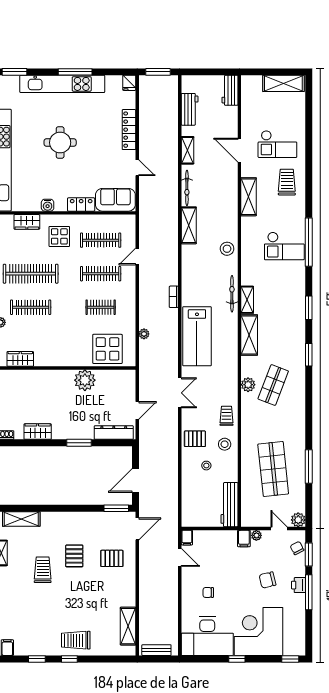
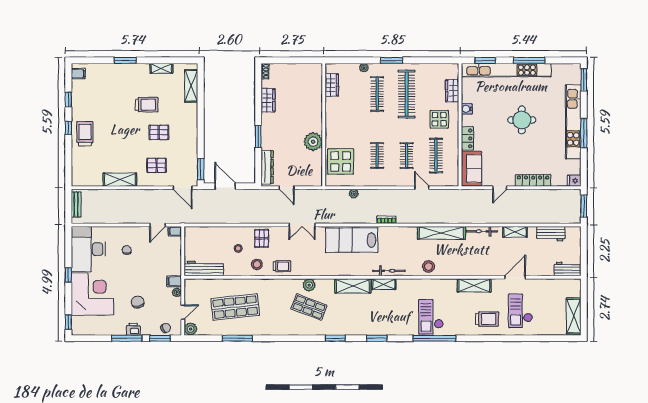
shelving: (189, 225) -> (441, 233), width x1.47
clothes rail: (101, 274) -> (407, 156), width x0.73
pallet: (112, 558) -> (157, 165), turned 90
shelving: (128, 626) -> (120, 180), moved

